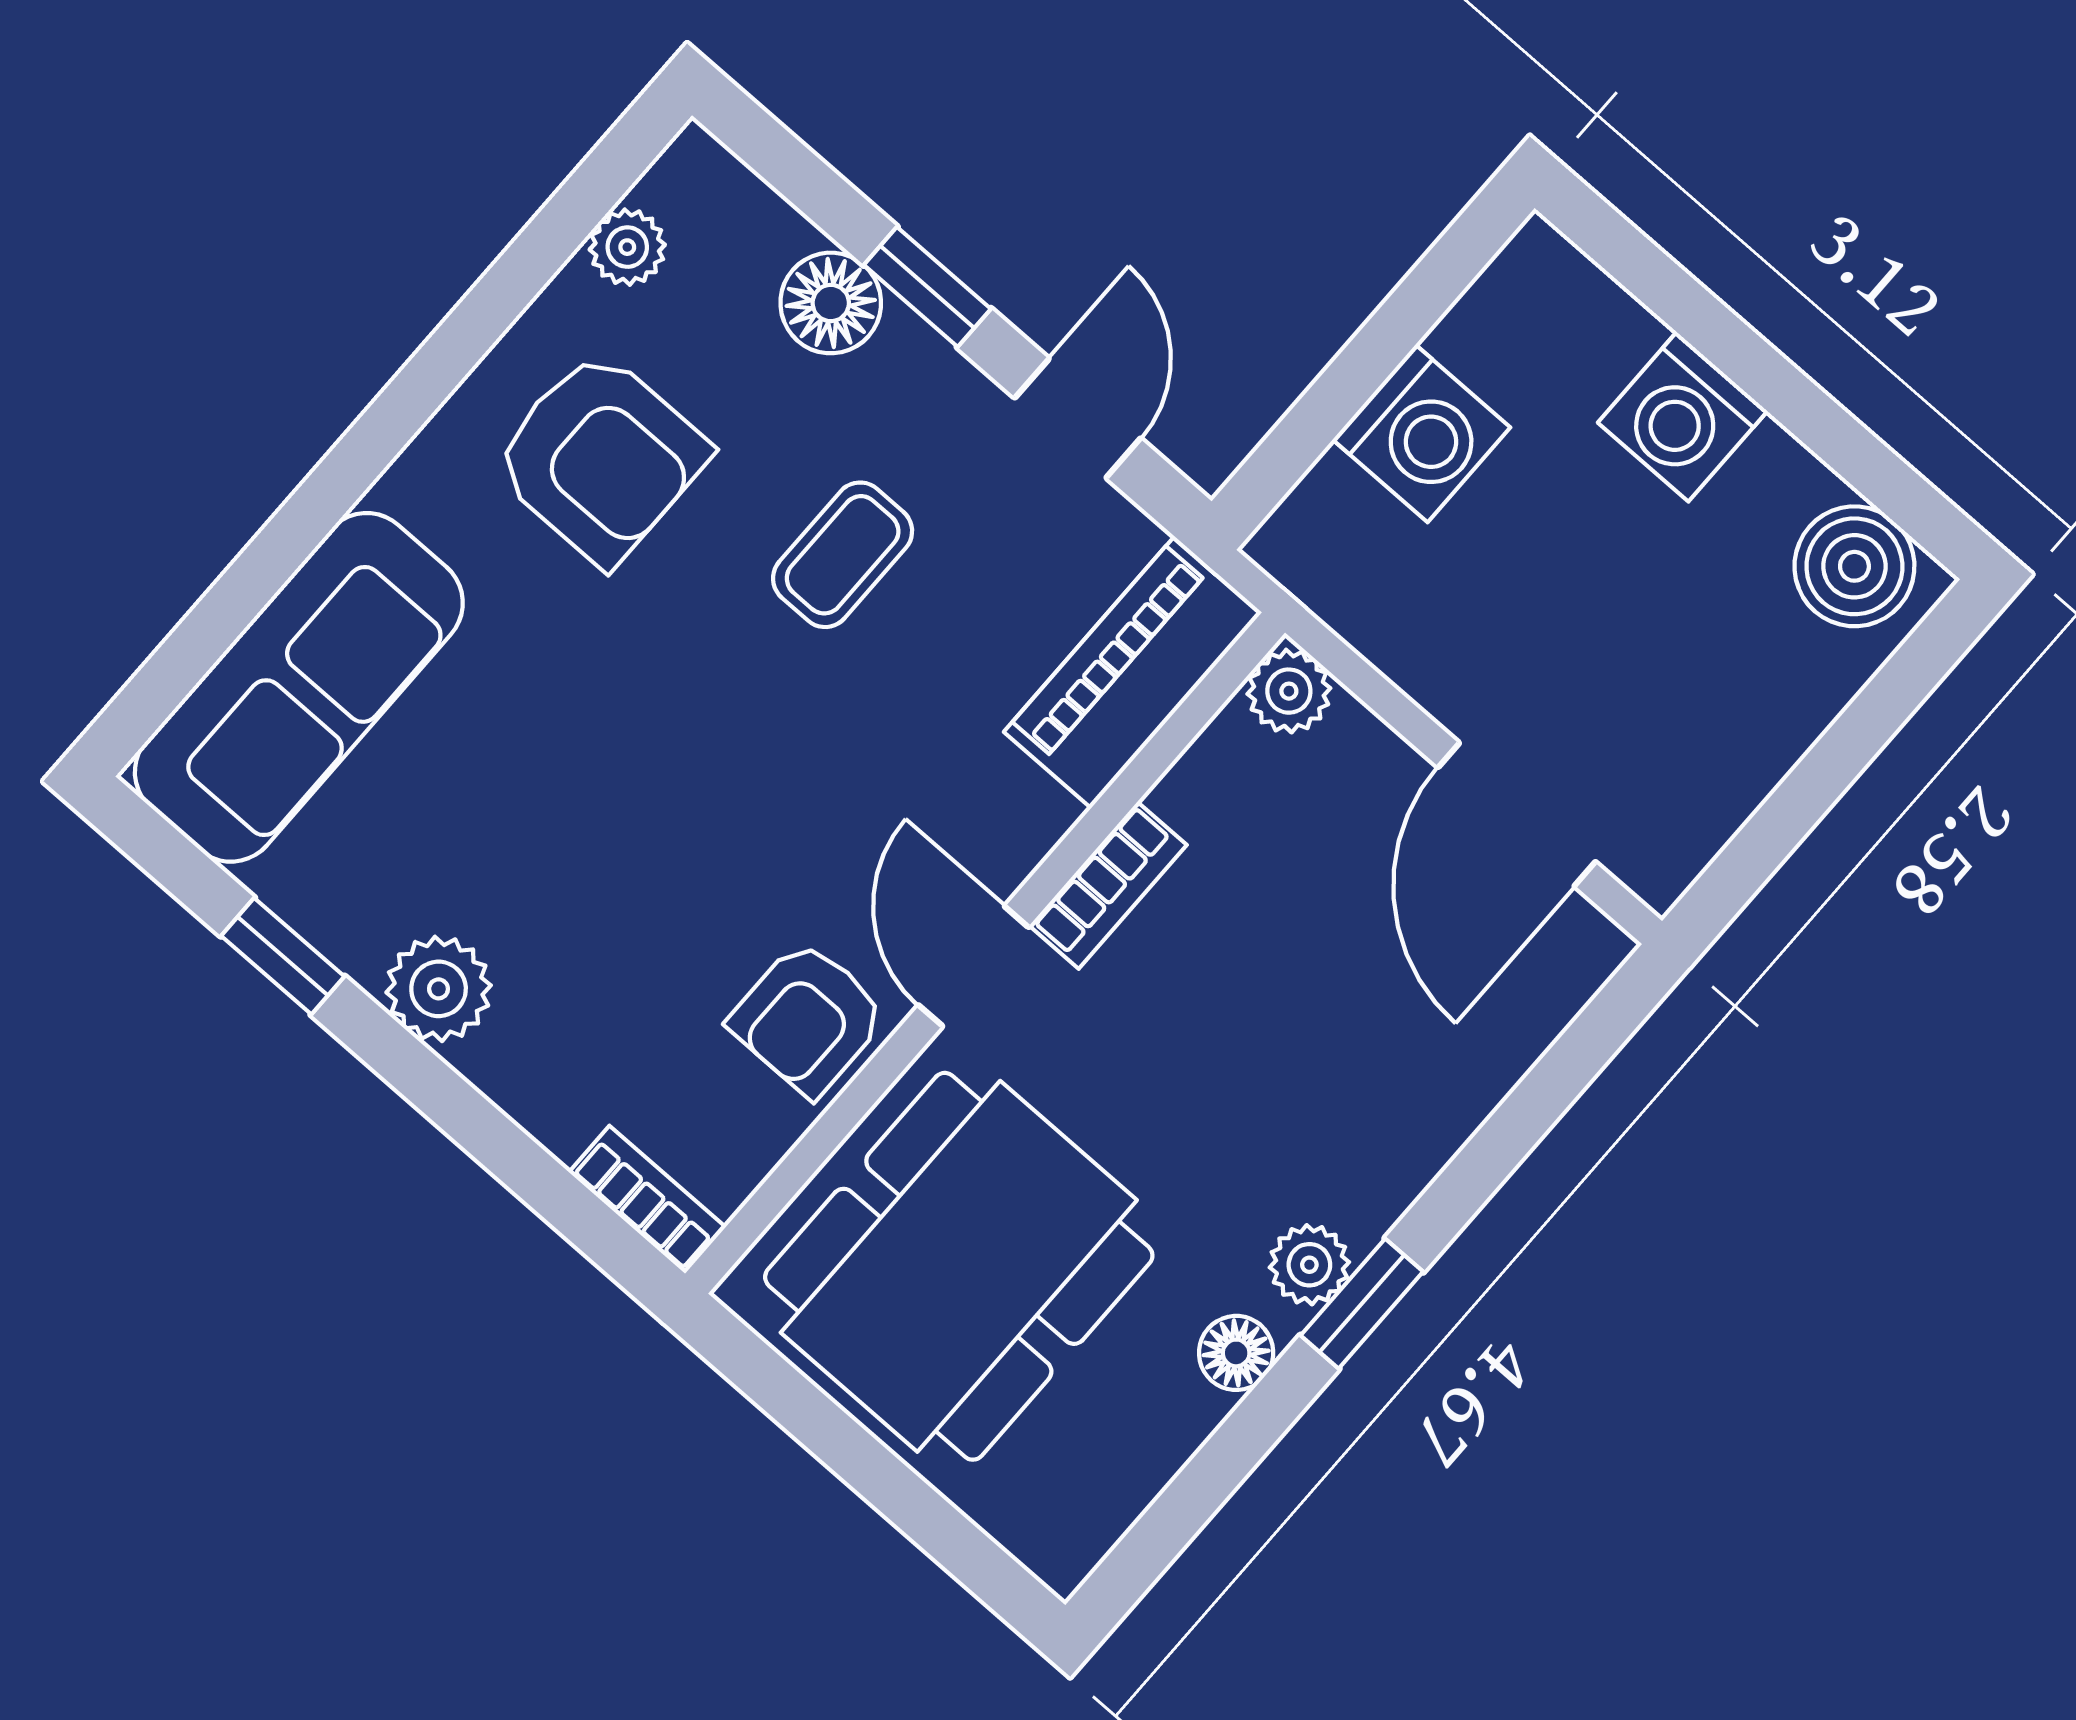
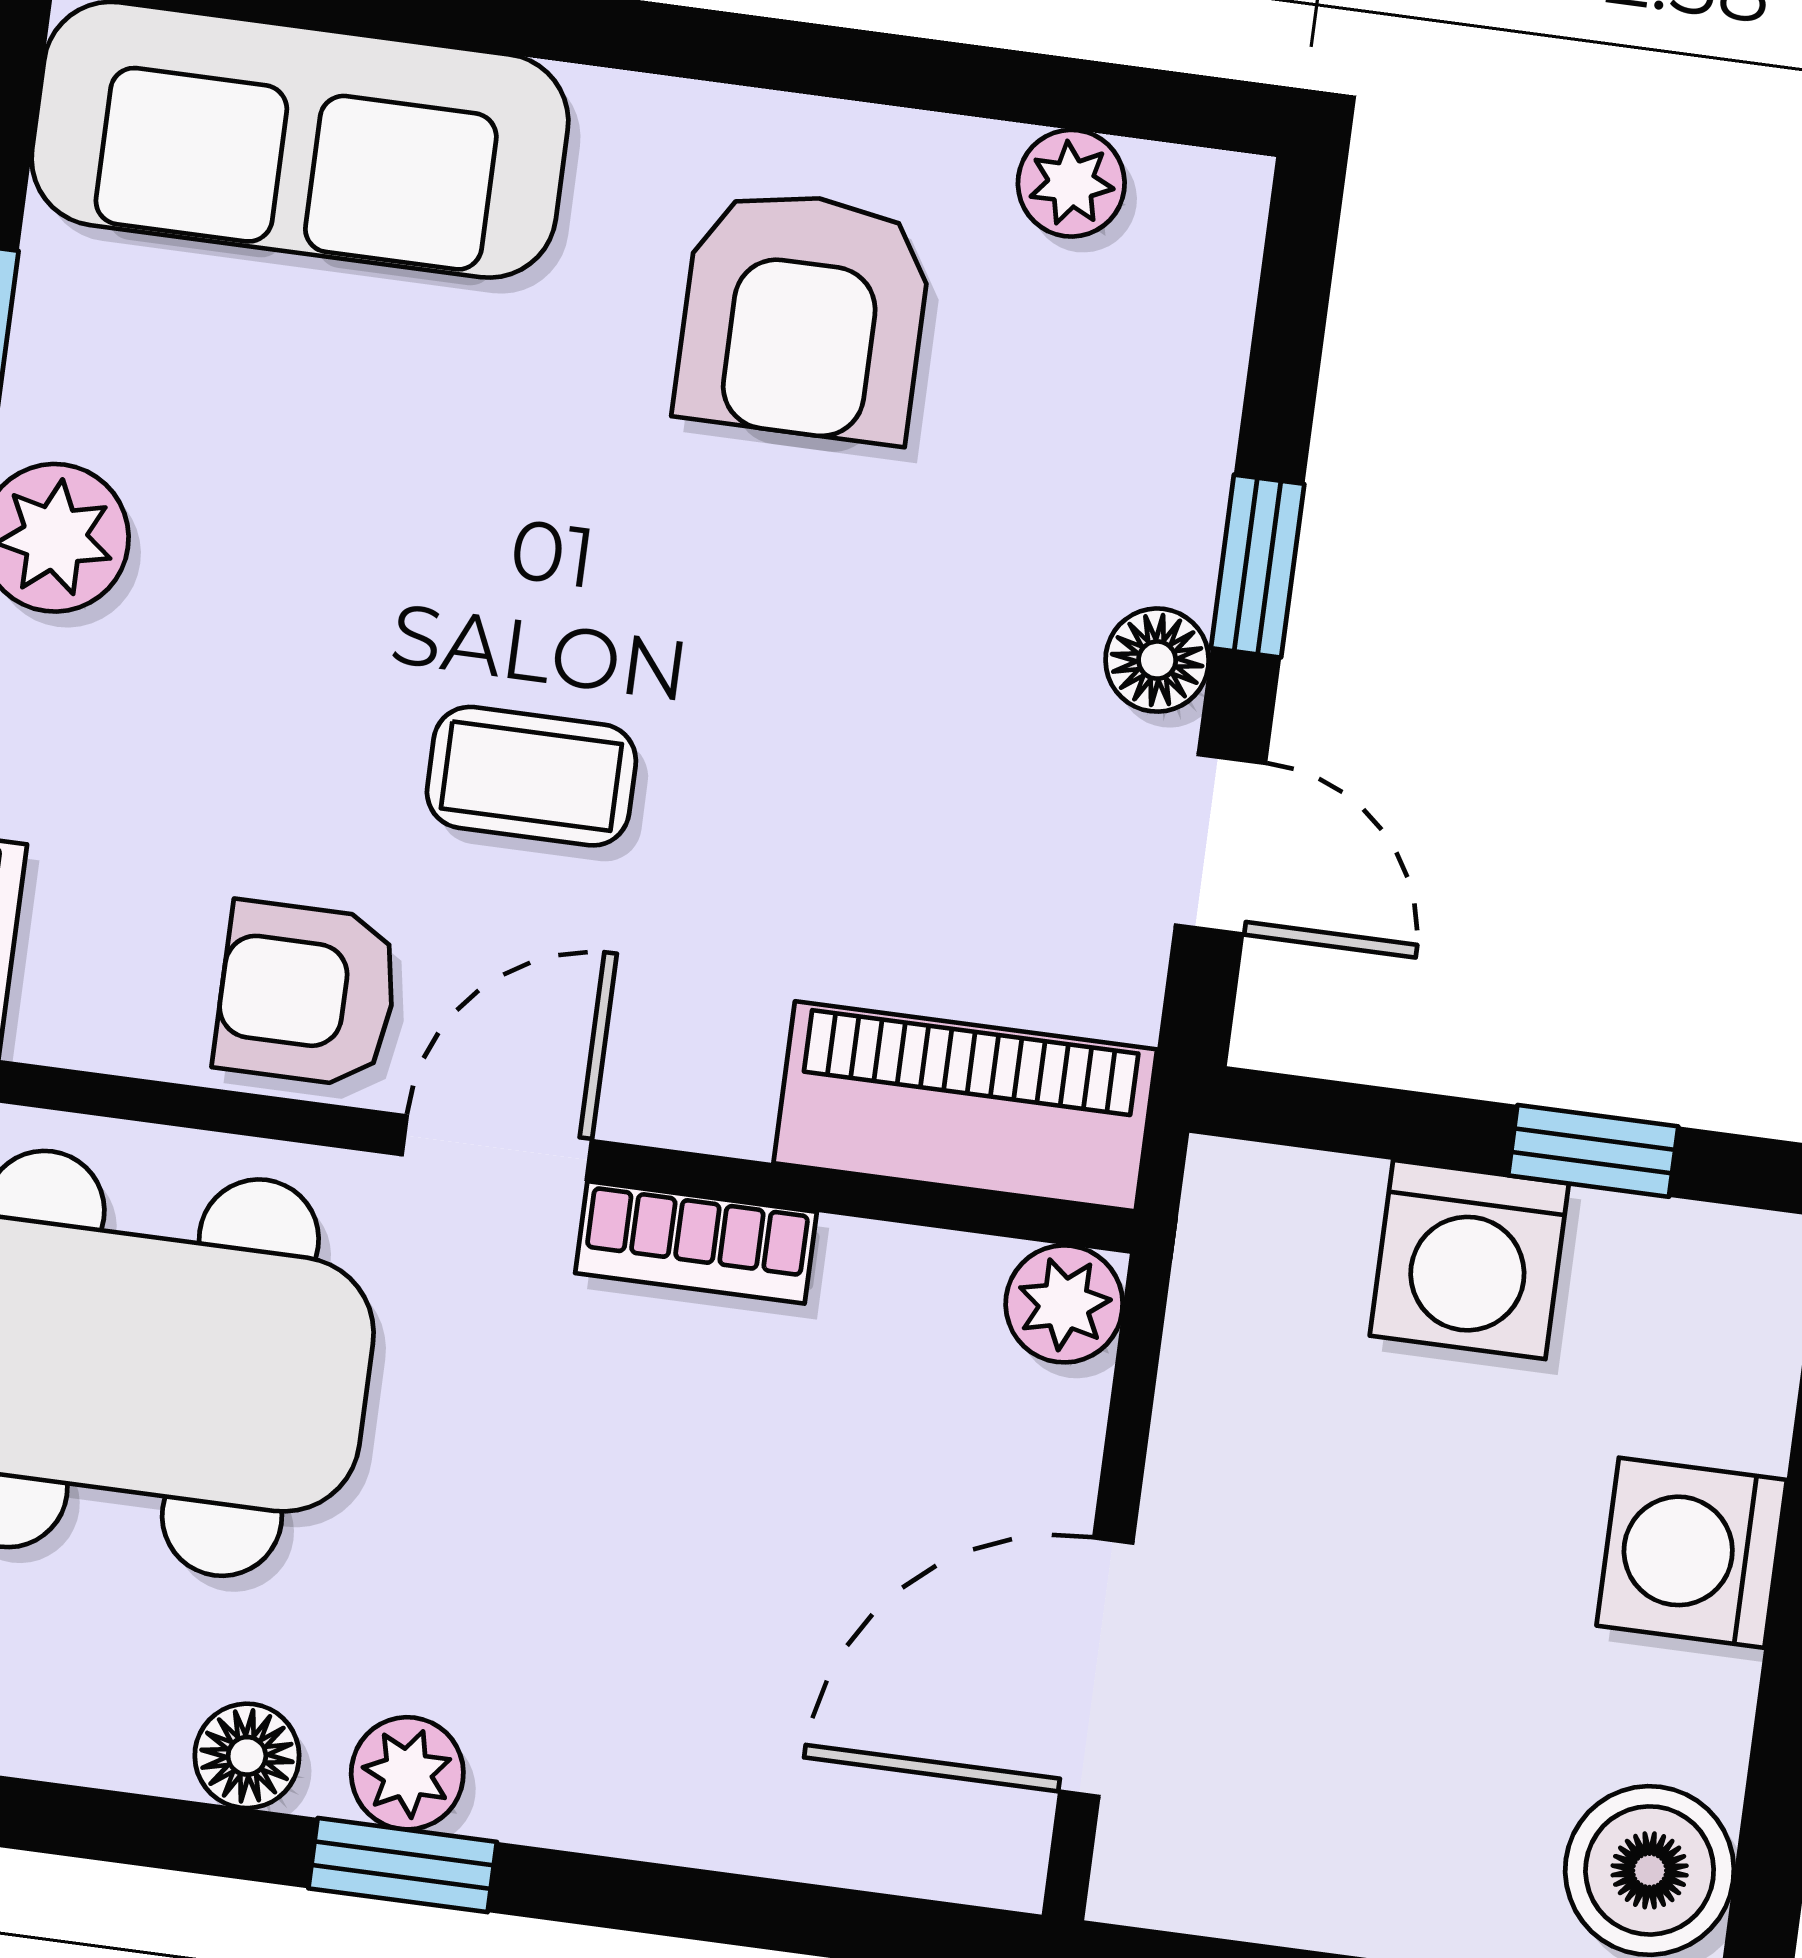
floor lamp: (831, 303) -> (1157, 660), moved, width x0.73, depth x0.73
window: (1406, 317) -> (1593, 1151), added
door: (1078, 418) -> (1220, 844), hinge flipped
coffee table: (843, 555) -> (531, 776), moved

